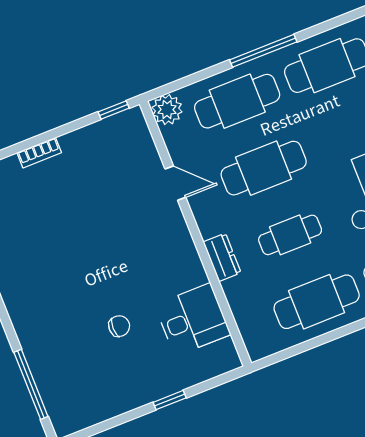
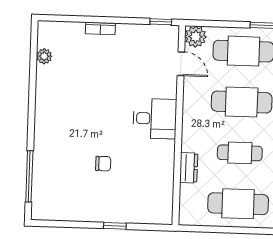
door: (175, 183) -> (181, 64), moved
dresser: (222, 257) -> (189, 168), moved
desk: (193, 320) -> (155, 119), moved

